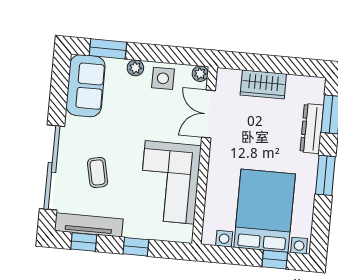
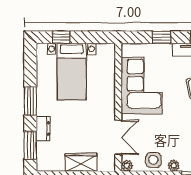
dresser: (312, 129) -> (43, 128), width x0.70
bed with nightstands: (265, 211) -> (72, 72), width x0.73

